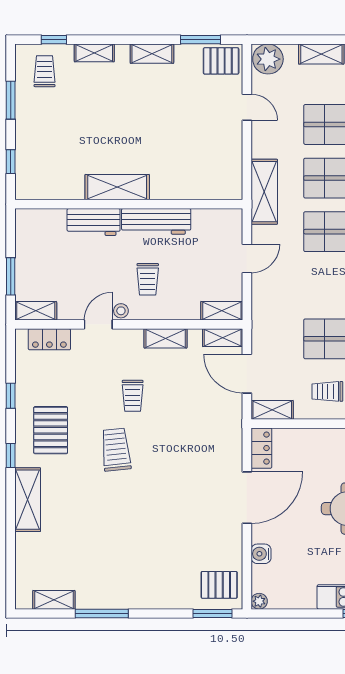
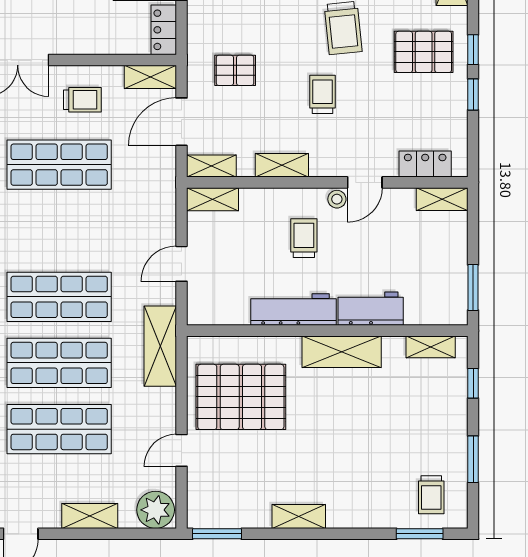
window: (54, 40) -> (420, 534), width x1.50
window: (200, 40) -> (217, 534), moved
shelving: (94, 53) -> (431, 347), moved
pallet: (221, 61) -> (241, 397), moved, width x2.05, depth x2.00
door: (247, 107) -> (182, 450), hinge flipped
window: (11, 276) -> (473, 287), moved
door: (247, 374) -> (182, 122), swing flipped
pallet: (204, 415) -> (235, 70), added
pallet: (51, 430) -> (424, 52), turned 90
window: (11, 456) -> (473, 50), moved

